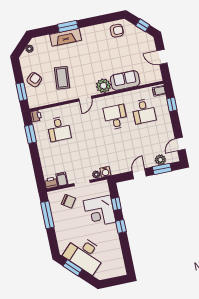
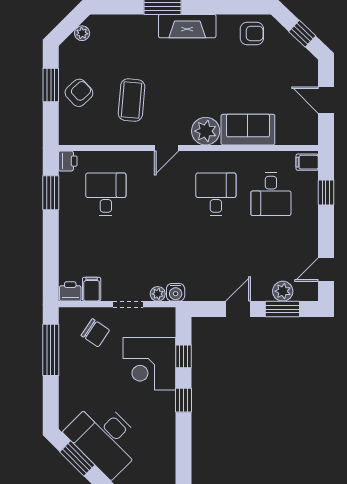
fireplace: (66, 37) -> (187, 26), moved
window: (22, 92) -> (51, 85), moved
desk: (59, 129) -> (106, 194), turned 180

